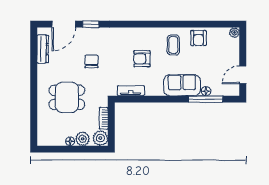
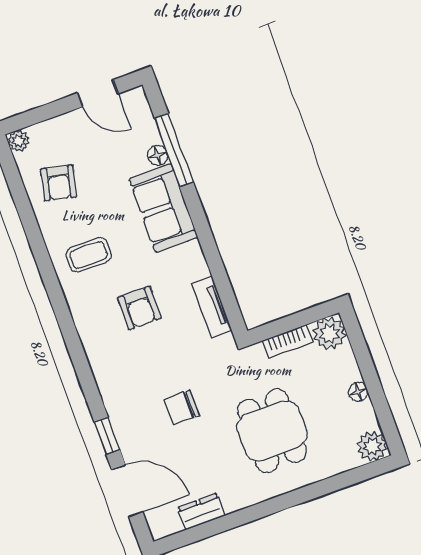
armchair: (198, 38) -> (59, 183), moved, turned 103
dresser: (43, 49) -> (201, 512), width x0.70
plant: (83, 139) -> (372, 446), moved

